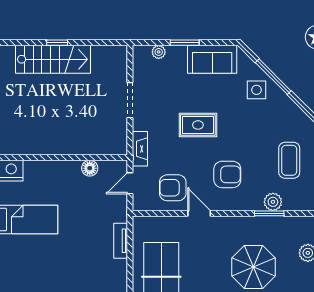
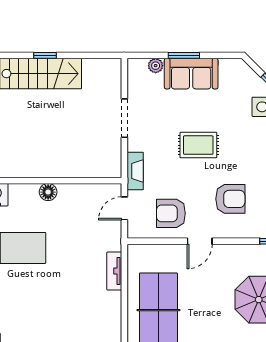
sofa: (212, 59) -> (191, 74), moved
floor lamp: (90, 168) -> (48, 192), moved
door: (199, 213) -> (200, 241), swing flipped

